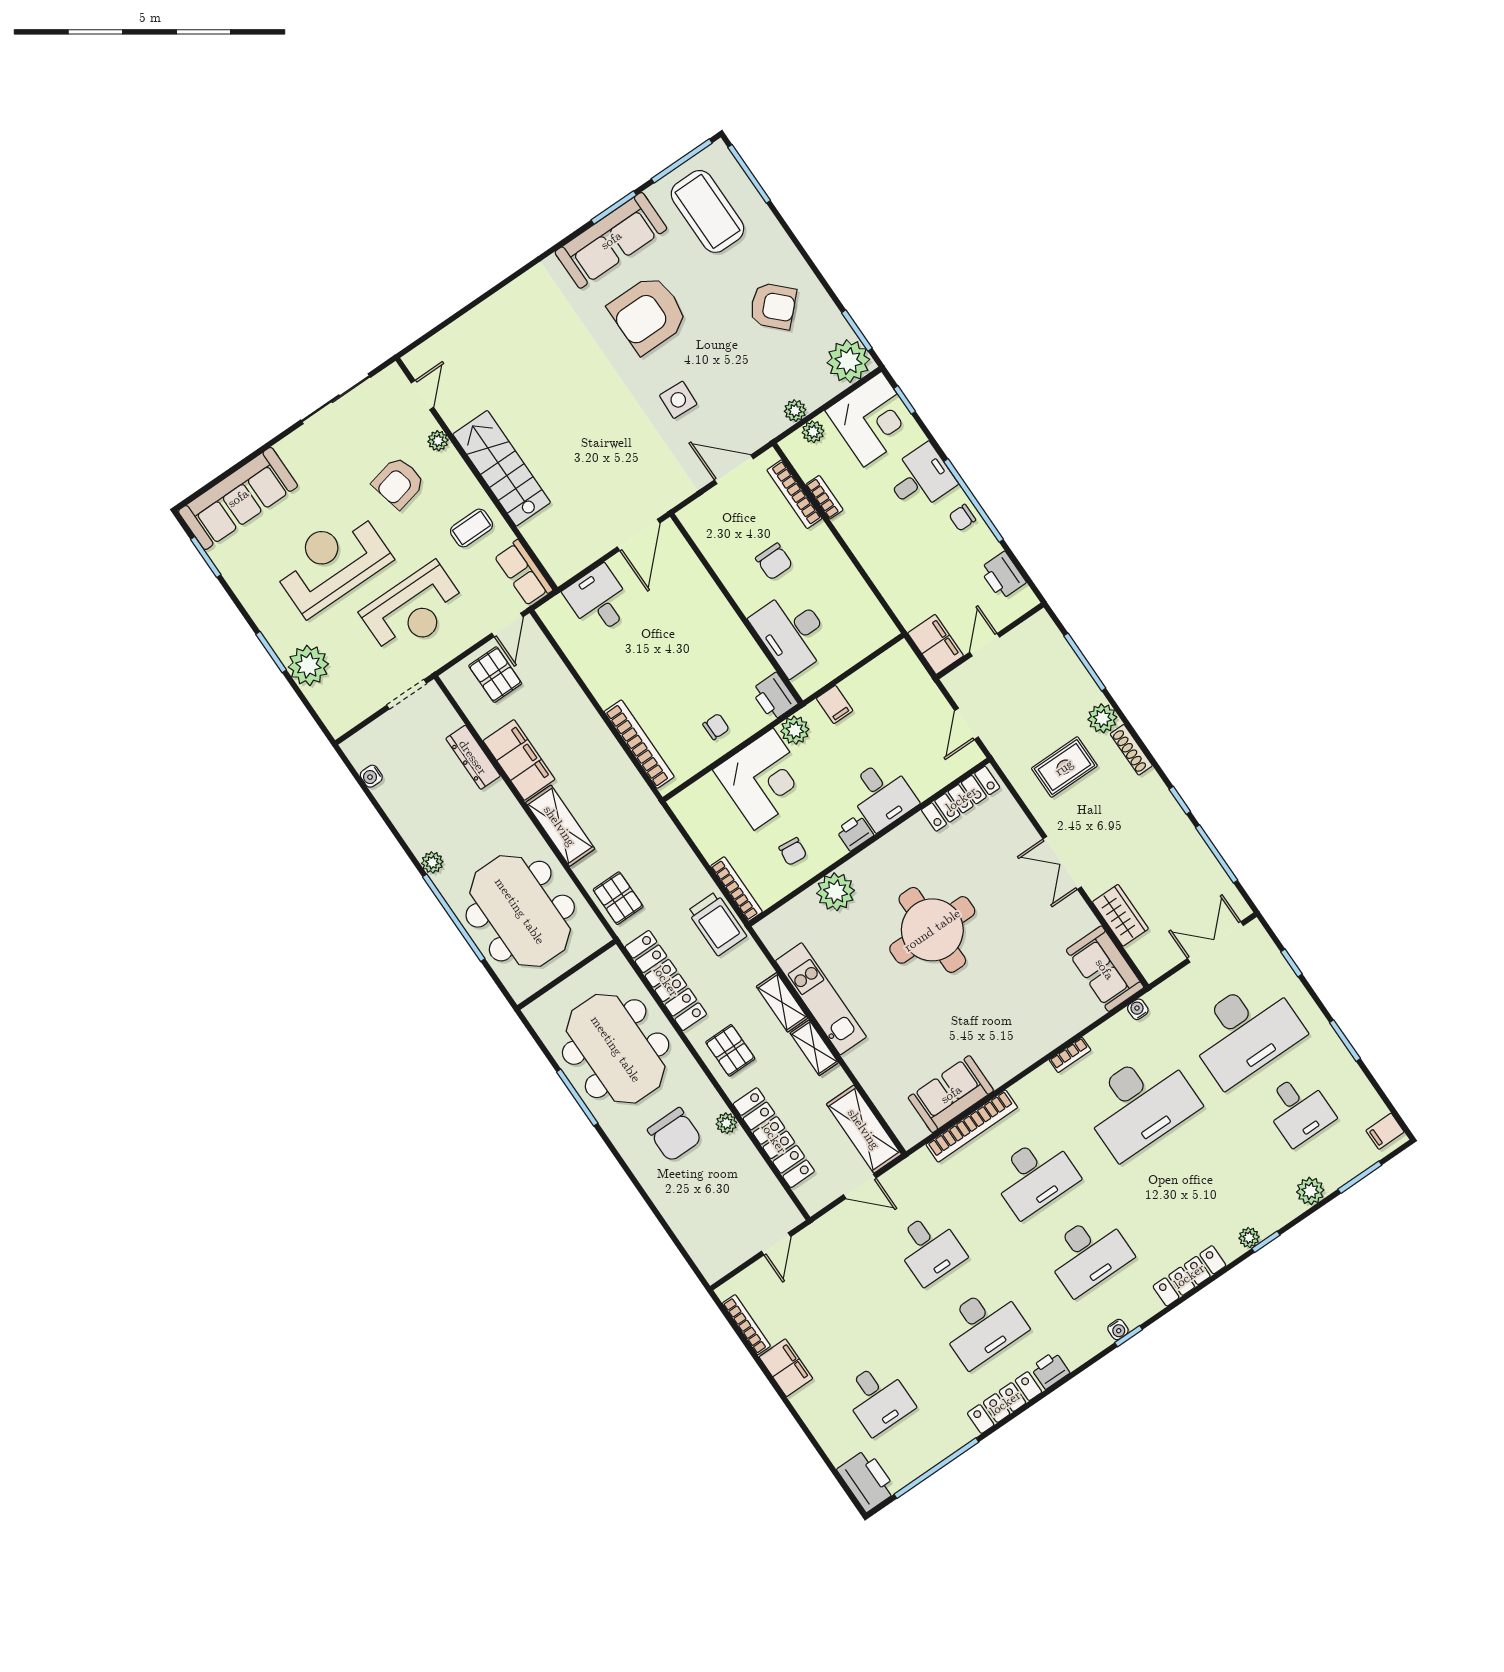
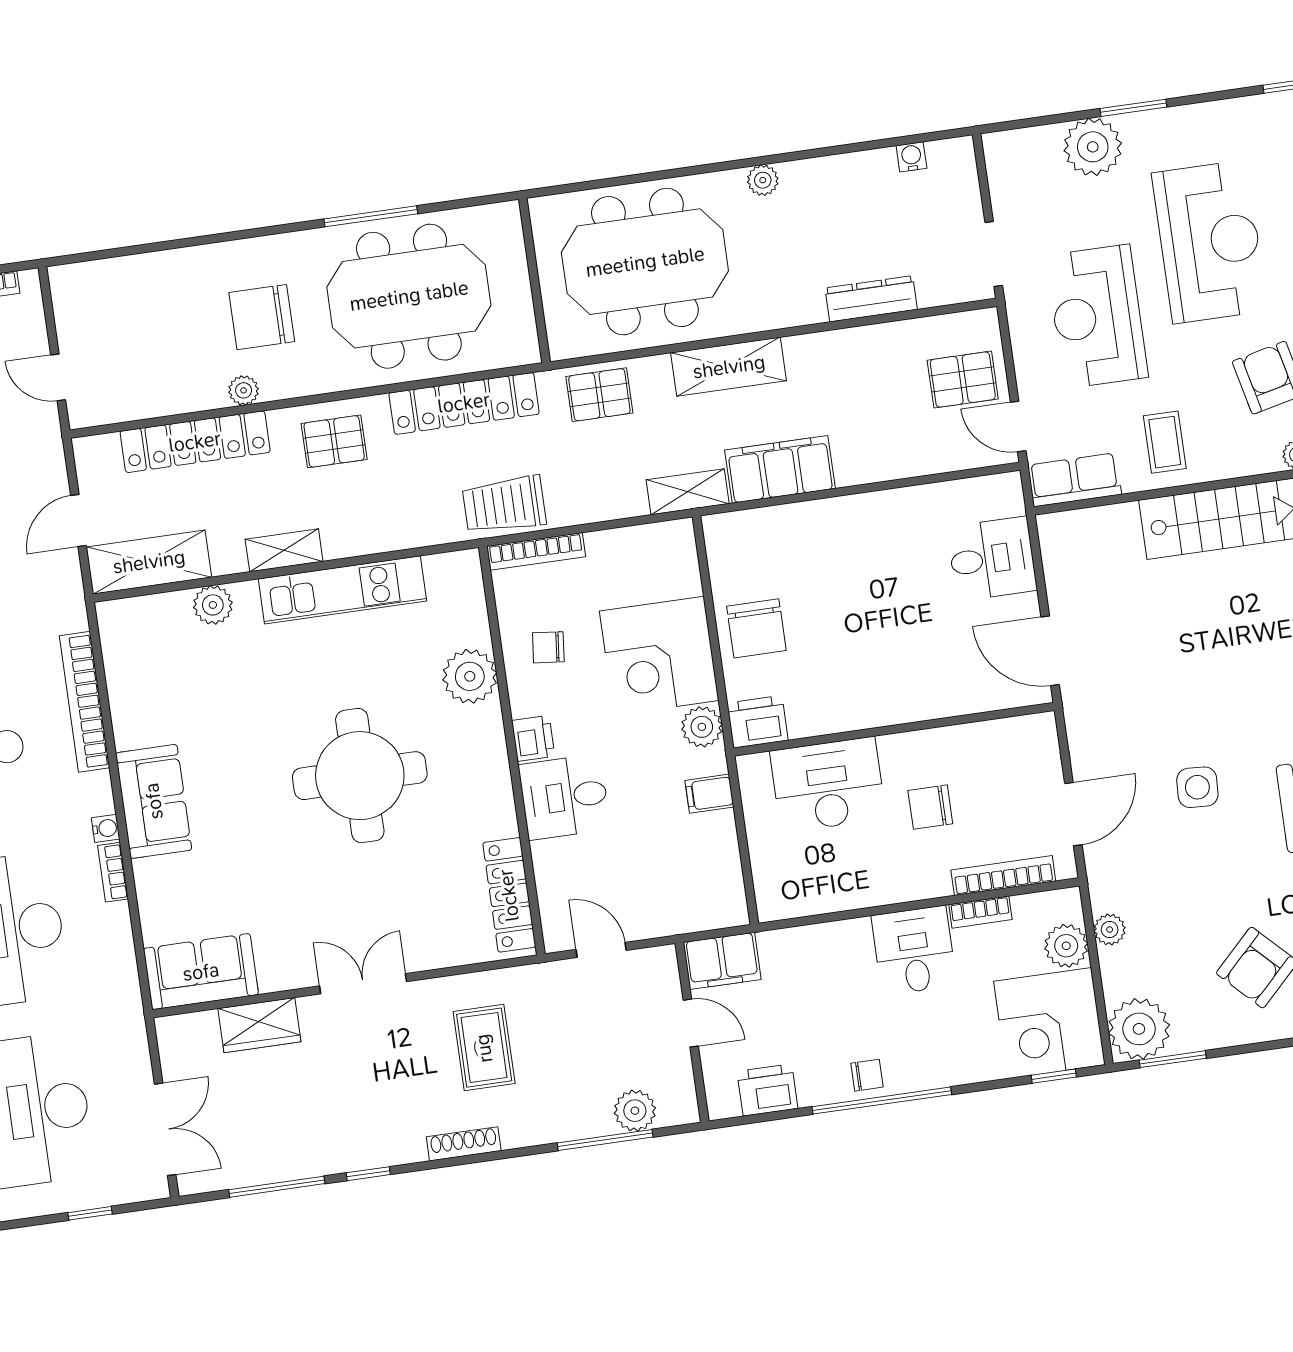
plant: (813, 432) -> (1066, 946), width x1.38, depth x1.38
desk: (920, 478) -> (914, 950), moved, turned 180
chair: (962, 518) -> (867, 1075), turned 90
plant: (1102, 718) -> (635, 1111), moved
chair: (716, 727) -> (756, 628), width x1.87, depth x1.87
bookcase: (639, 744) -> (783, 519), removed
filing cabinet: (519, 760) -> (780, 469), moved, turned 180
window: (454, 918) -> (678, 173), removed
shelving: (782, 1002) -> (688, 492), moved
water cooler: (1138, 1009) -> (106, 828), moved
plant: (871, 1076) -> (213, 605), added
sofa: (951, 1094) -> (154, 801), moved

